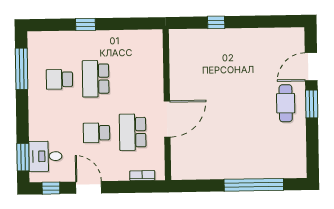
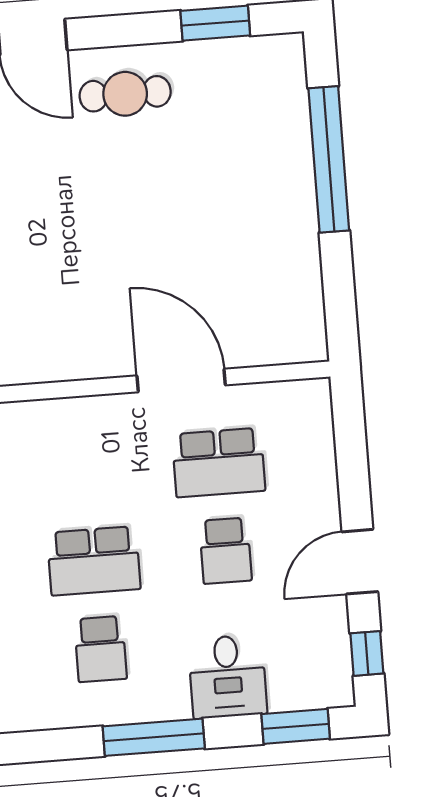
window: (22, 69) -> (154, 737), moved
window: (312, 104) -> (215, 23), moved
desk: (45, 156) -> (228, 677), moved
bookcase: (142, 176) -> (323, 433), removed

